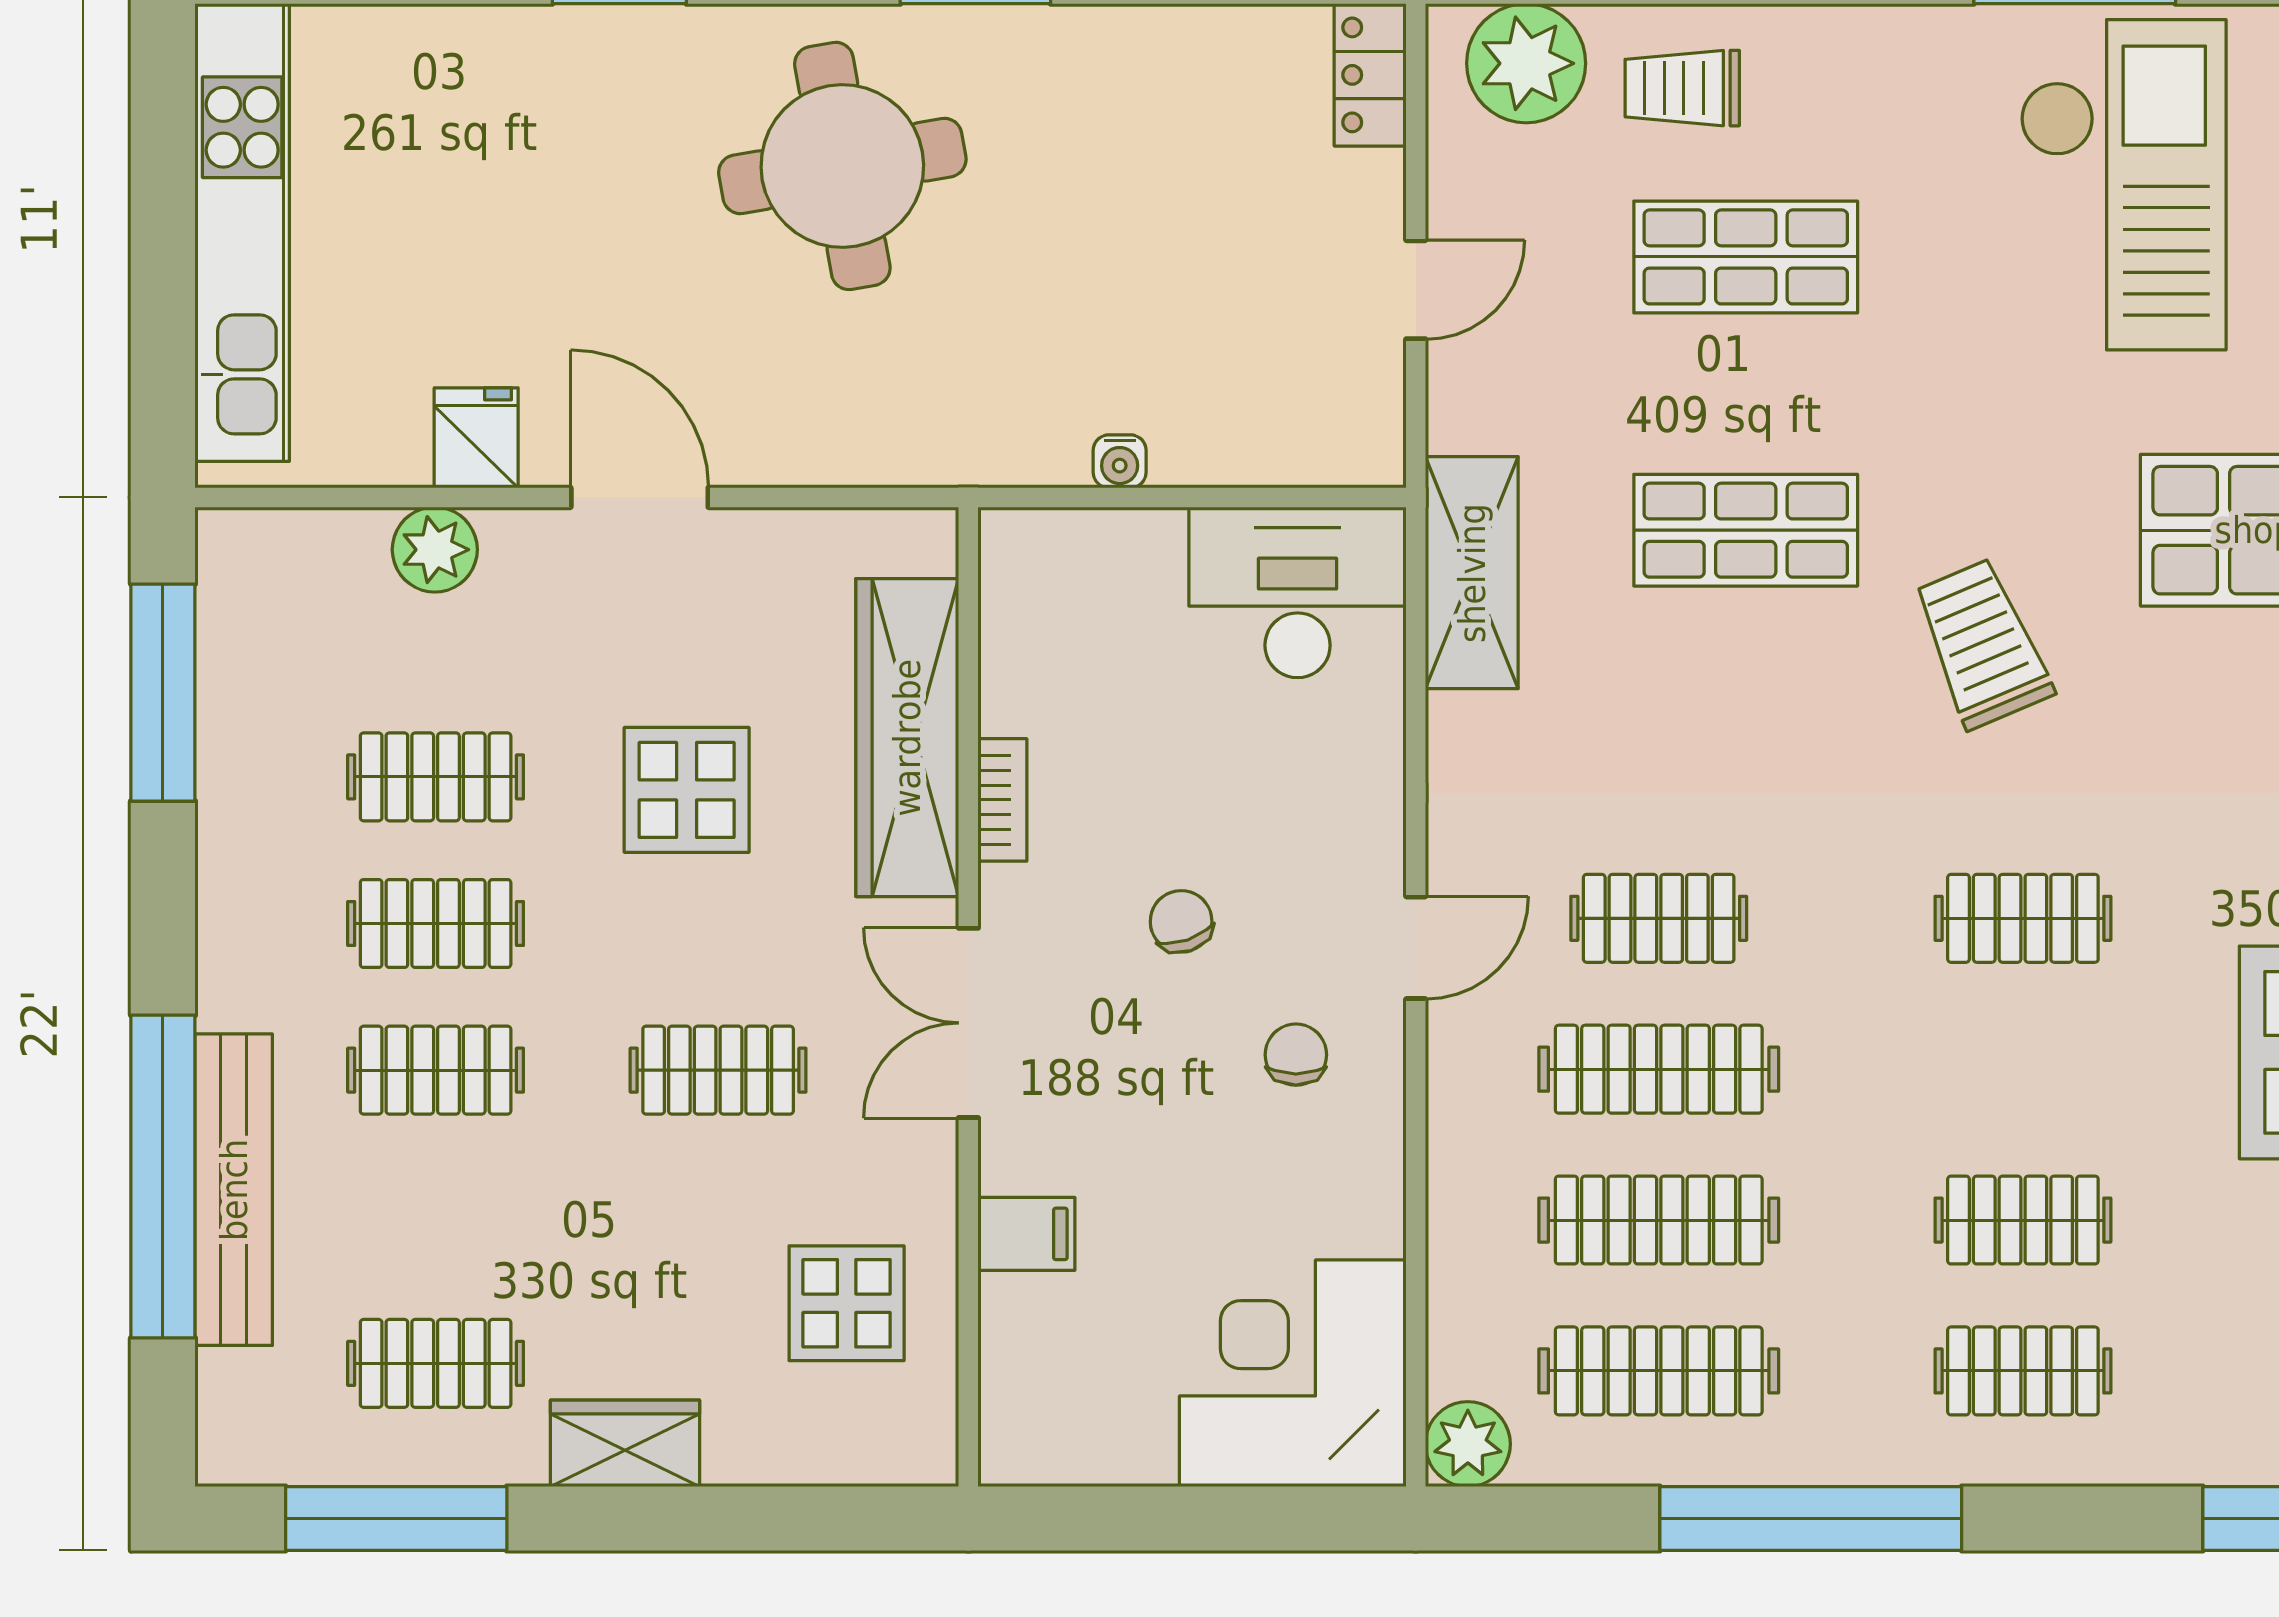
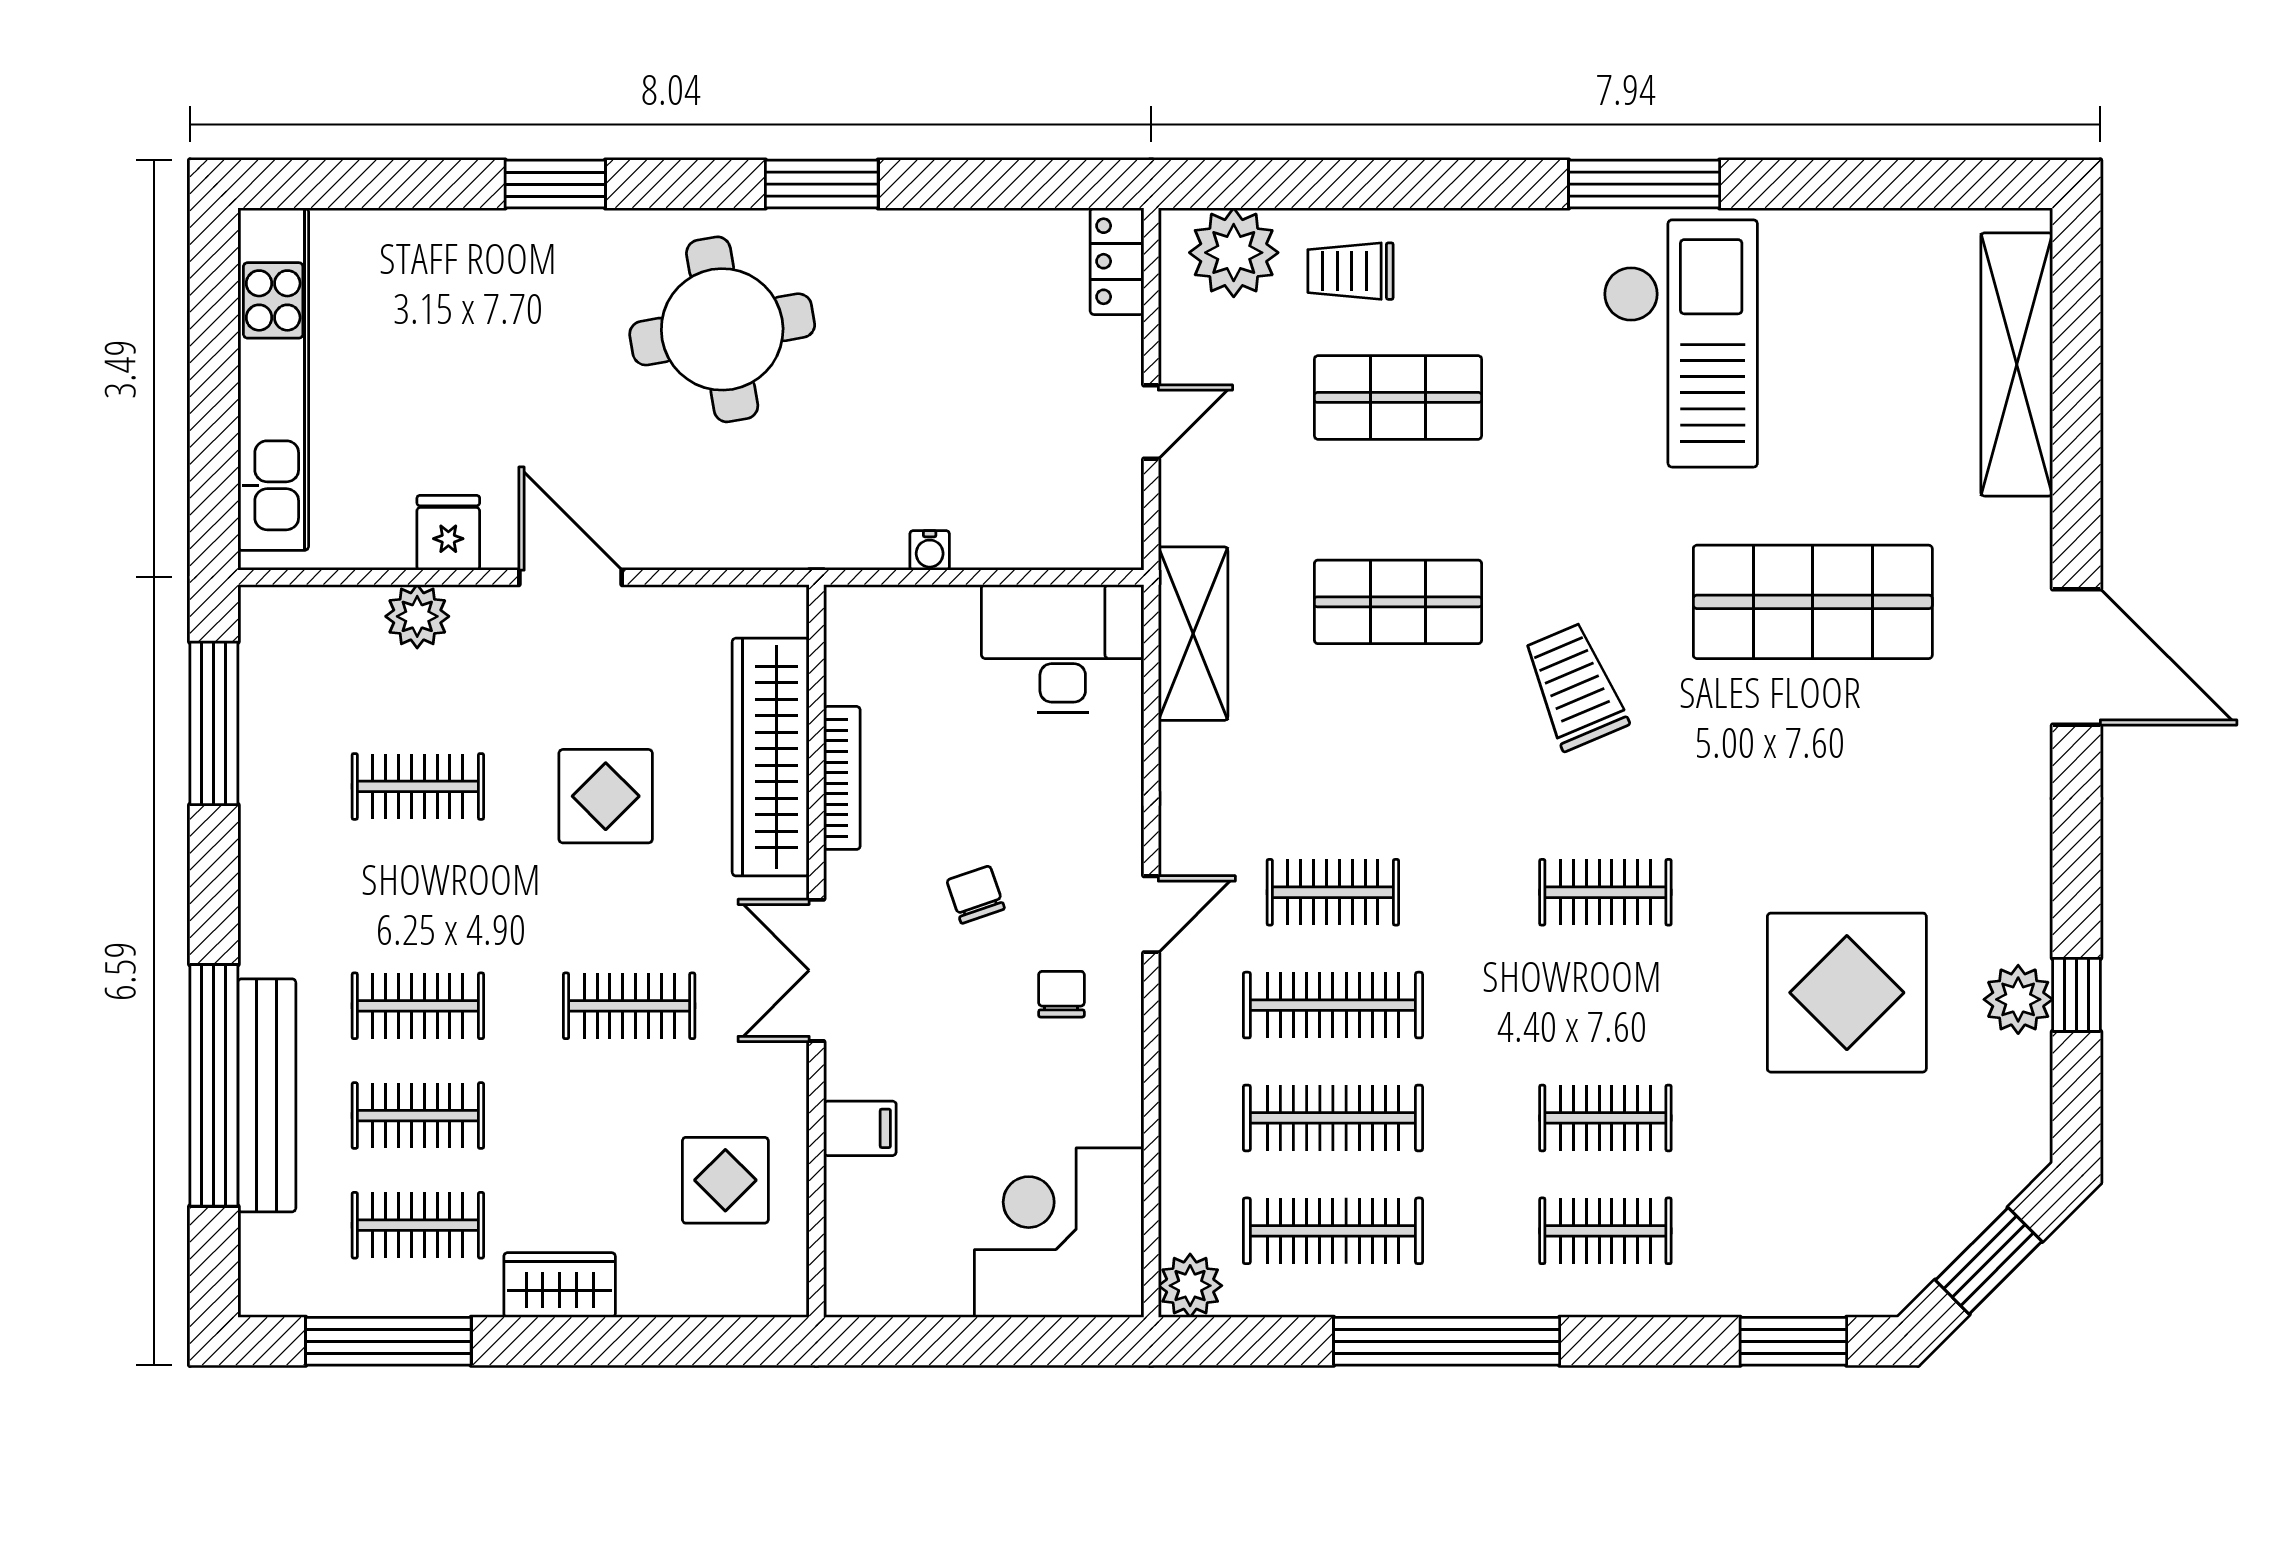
bookcase: (1002, 800) -> (842, 778), width x1.56
clothes rail: (436, 923) -> (418, 1116), moved

